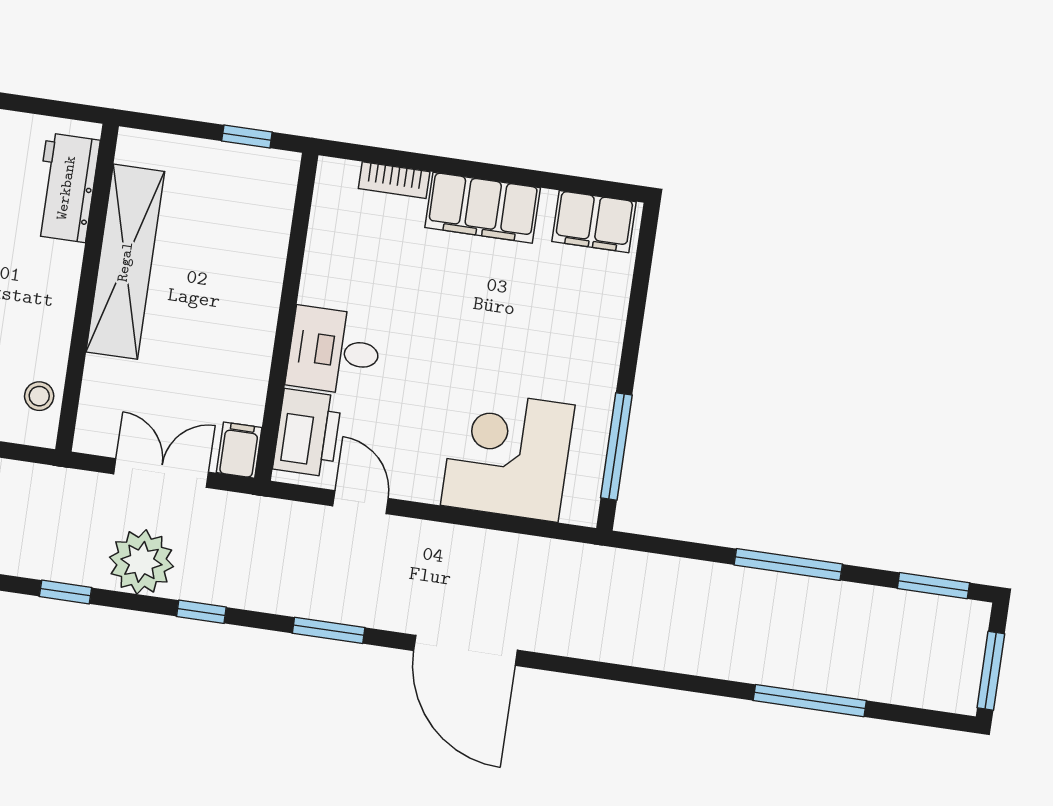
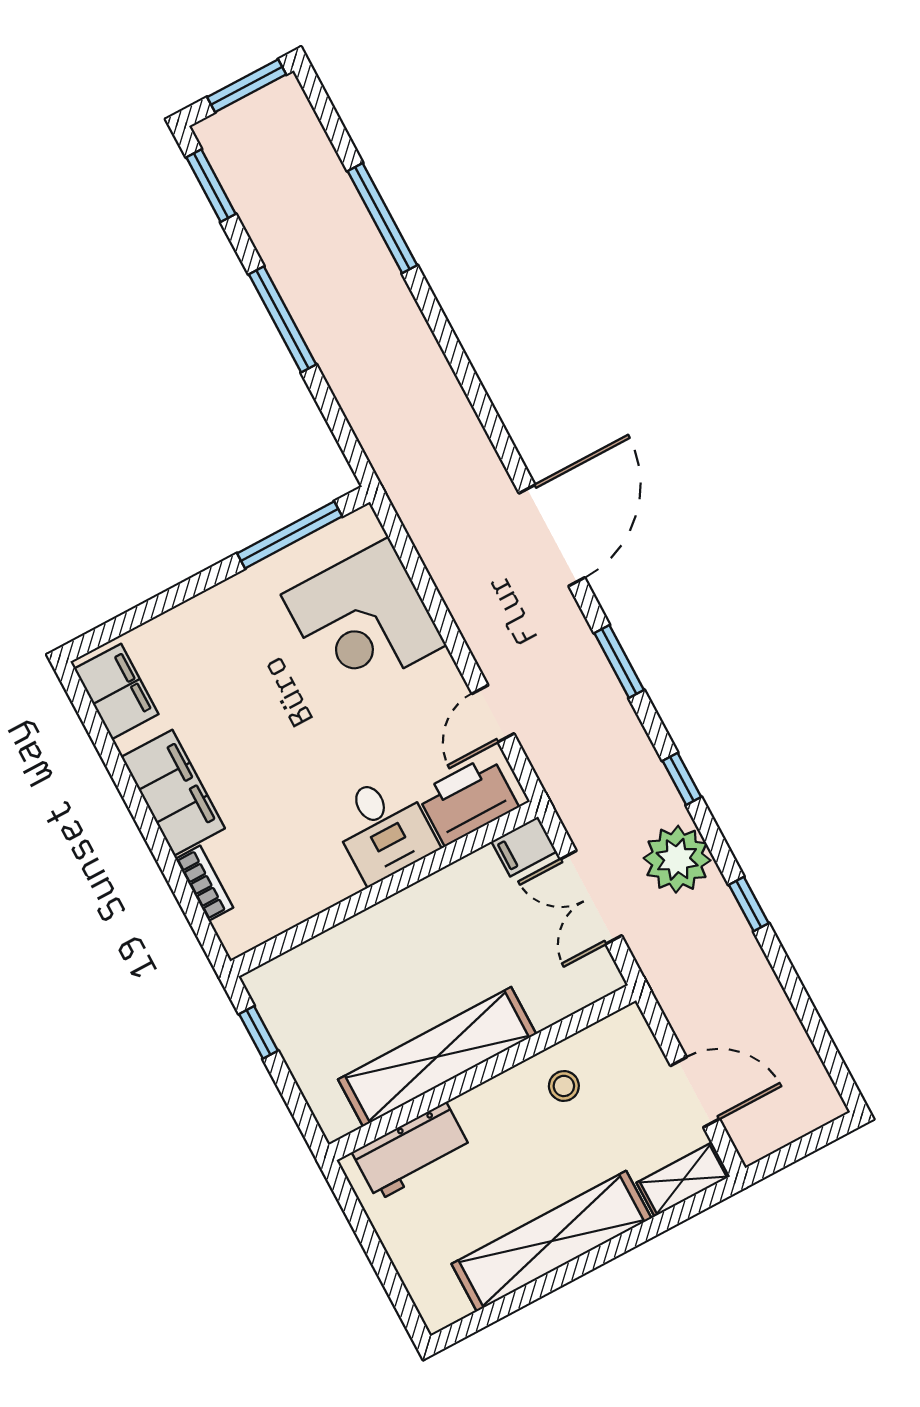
stool: (39, 396) -> (564, 1086), moved

